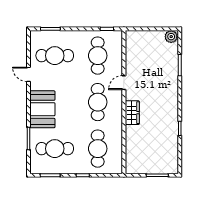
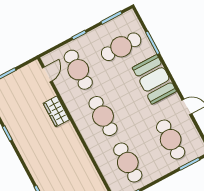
cafe table: (55, 56) -> (171, 140), turned 90
door: (124, 83) -> (47, 74), moved
wardrobe: (132, 113) -> (56, 111), moved

